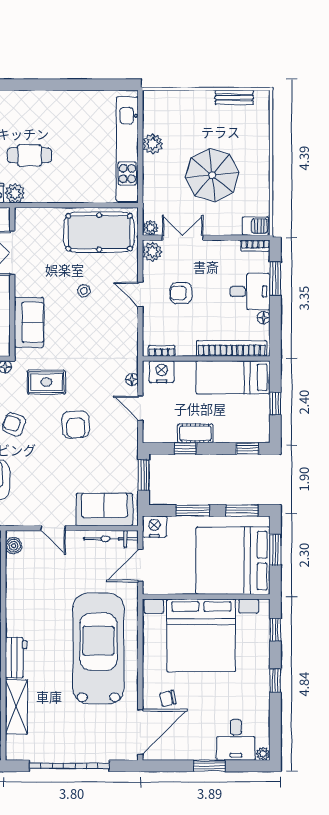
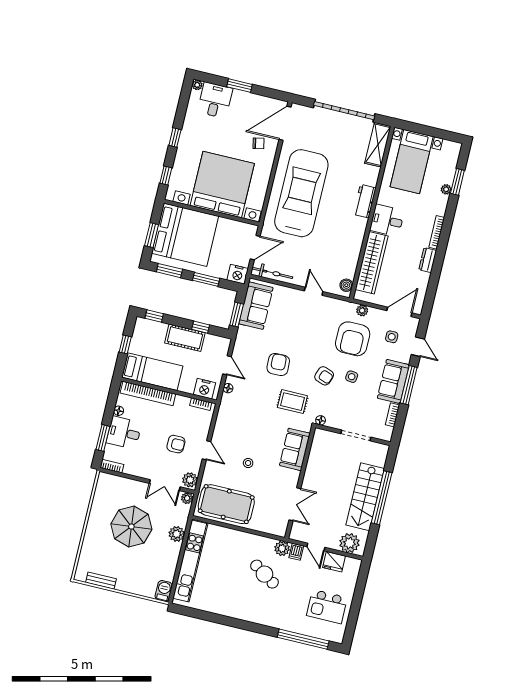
plant: (153, 144) -> (177, 534), moved
cafe table: (29, 155) -> (264, 574), turned 33
barbecue: (255, 226) -> (164, 591), moved, turned 90
cot: (195, 433) -> (185, 338), width x1.37, depth x1.34
sofa: (104, 510) -> (256, 306), moved, turned -90
car: (98, 648) -> (301, 193), turned 180
shelving: (16, 707) -> (378, 145), moved

